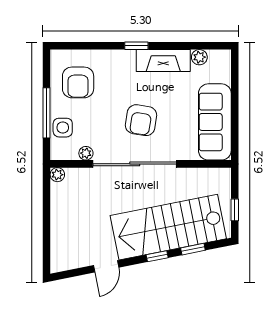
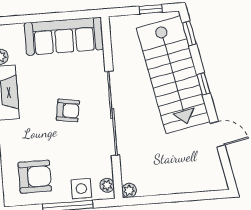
armchair: (141, 120) -> (68, 110), width x0.72, depth x0.72
plant: (86, 153) -> (107, 185), moved
window: (193, 249) -> (189, 33), moved

